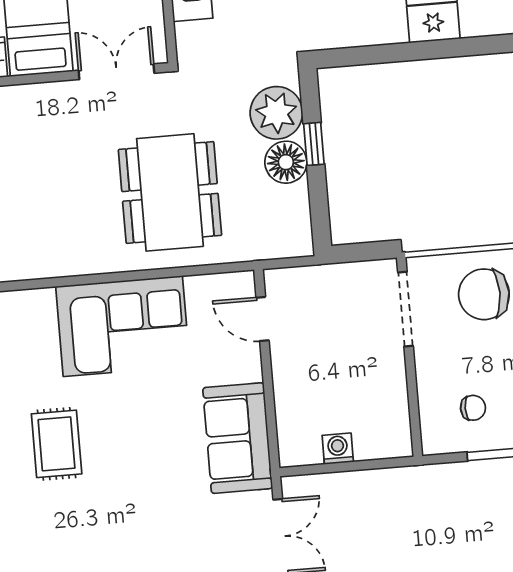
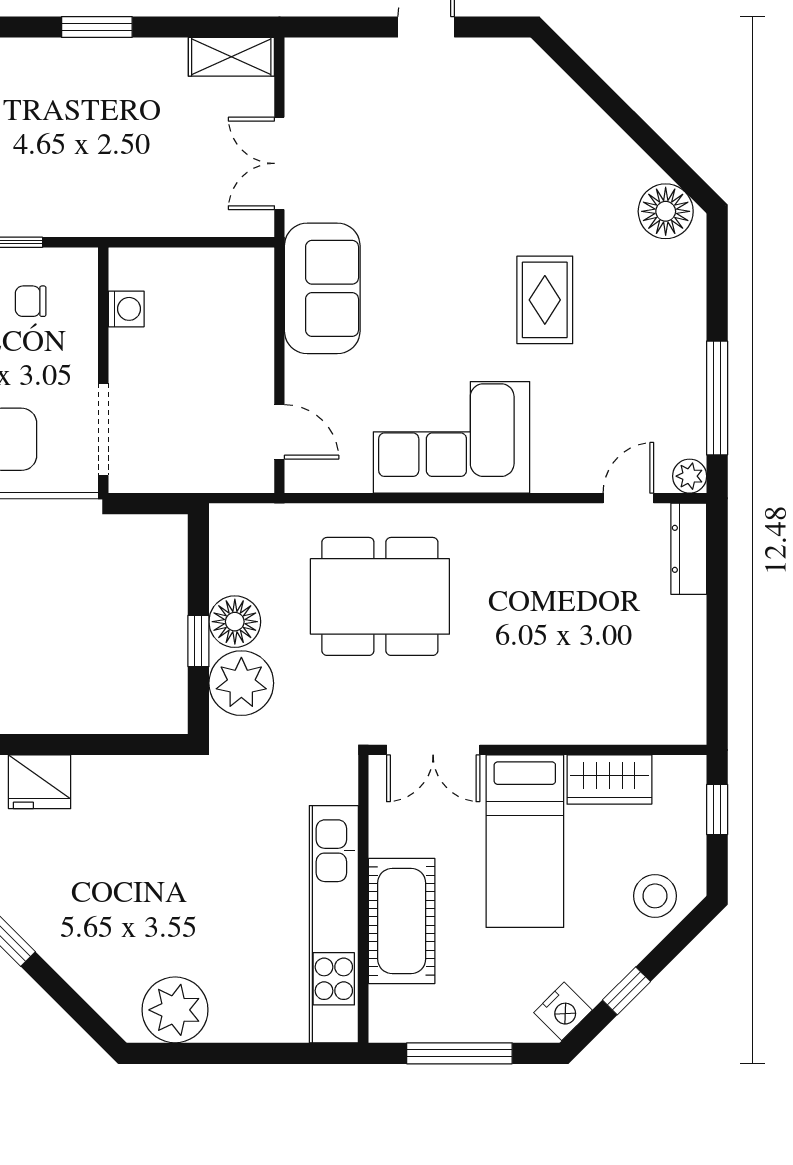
dining table: (170, 192) -> (380, 596), turned 90
washing machine: (338, 449) -> (126, 309), moved, turned -90

